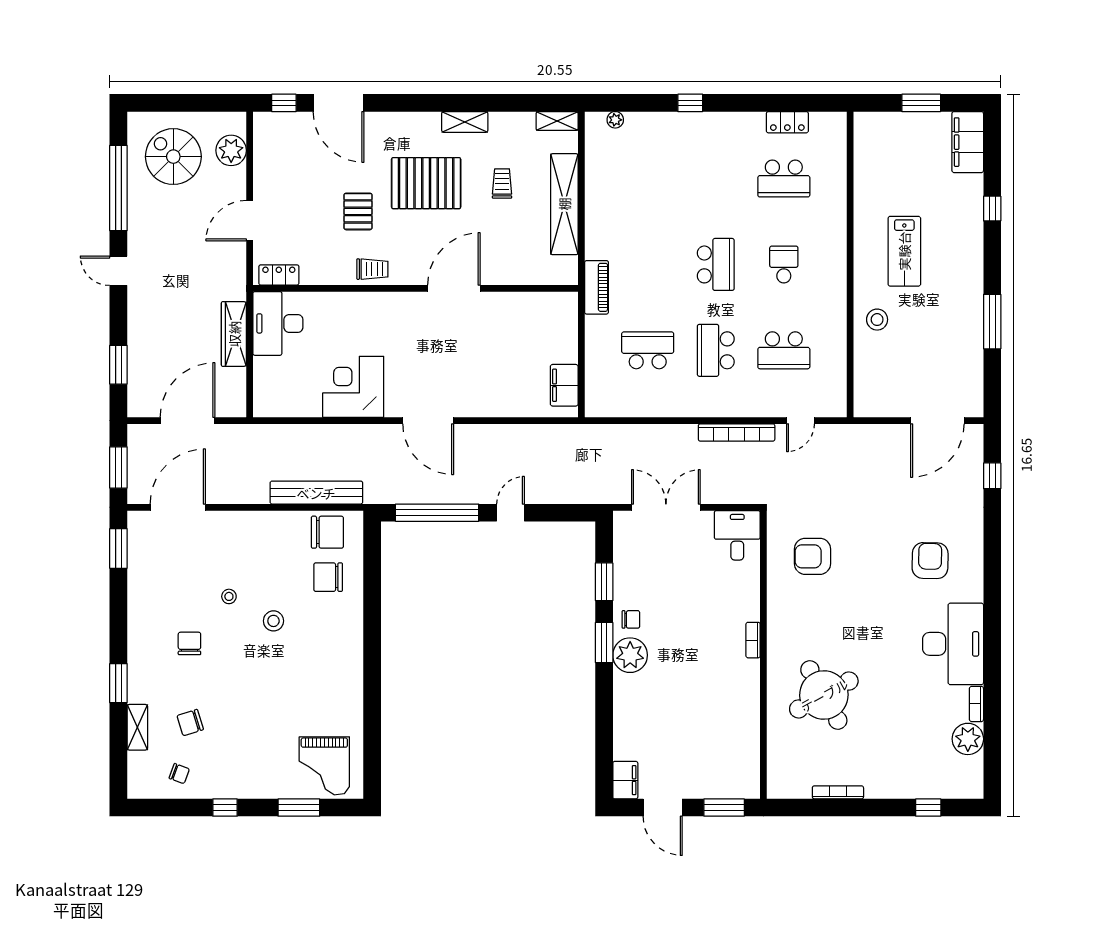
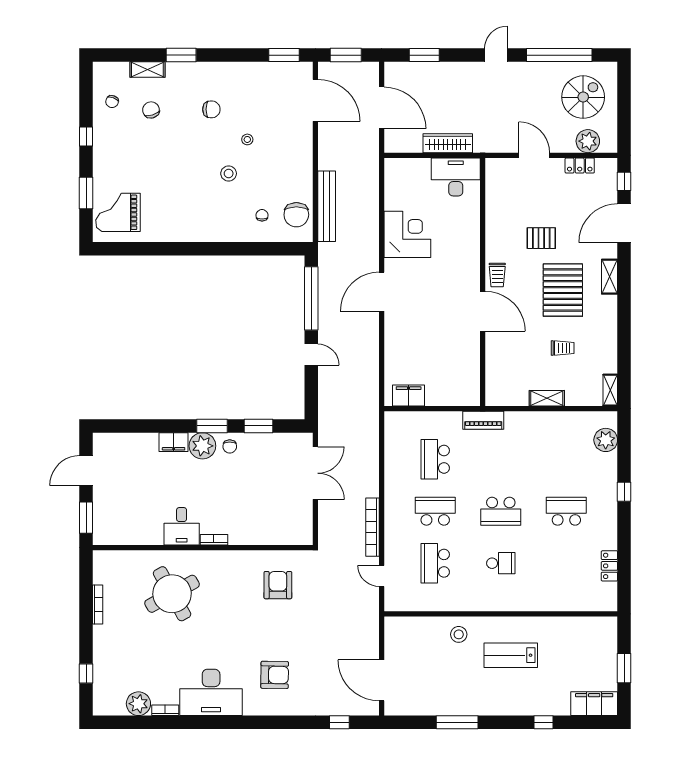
plant: (615, 120) -> (606, 440), width x1.87, depth x1.87
shelving: (465, 122) -> (610, 277), moved
school desk: (784, 179) -> (566, 511), moved, turned 90
shelving: (564, 204) -> (547, 398), width x0.45, depth x0.75
trolley: (372, 269) -> (497, 275), moved
locker: (279, 275) -> (580, 165), moved, turned 90
school desk: (648, 350) -> (435, 459), turned 180
desk: (737, 535) -> (182, 526), moved, turned 90
chair: (328, 577) -> (262, 215), width x0.54, depth x0.54
filing cabinet: (625, 780) -> (174, 442), moved

